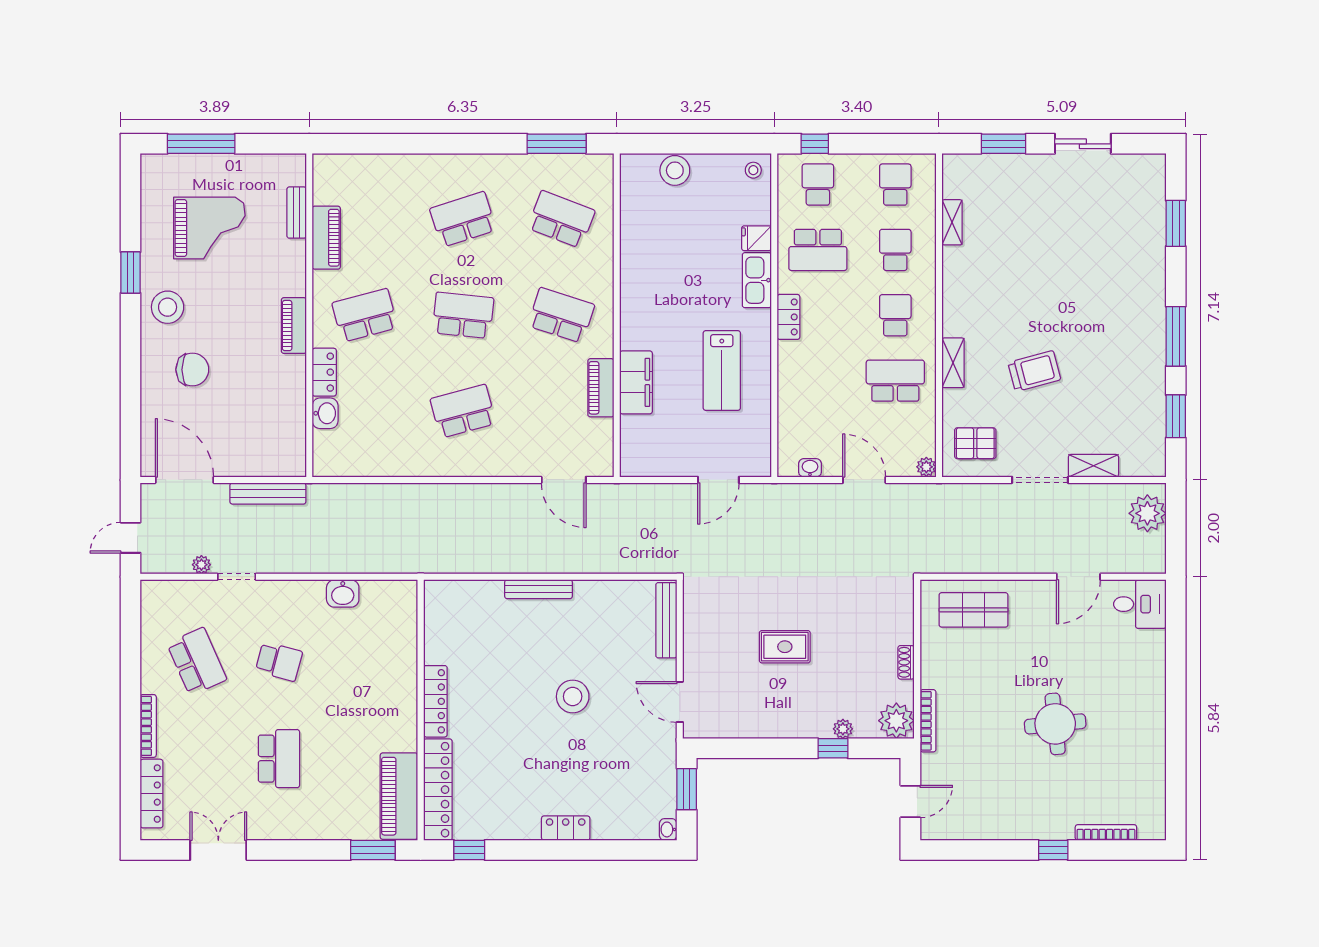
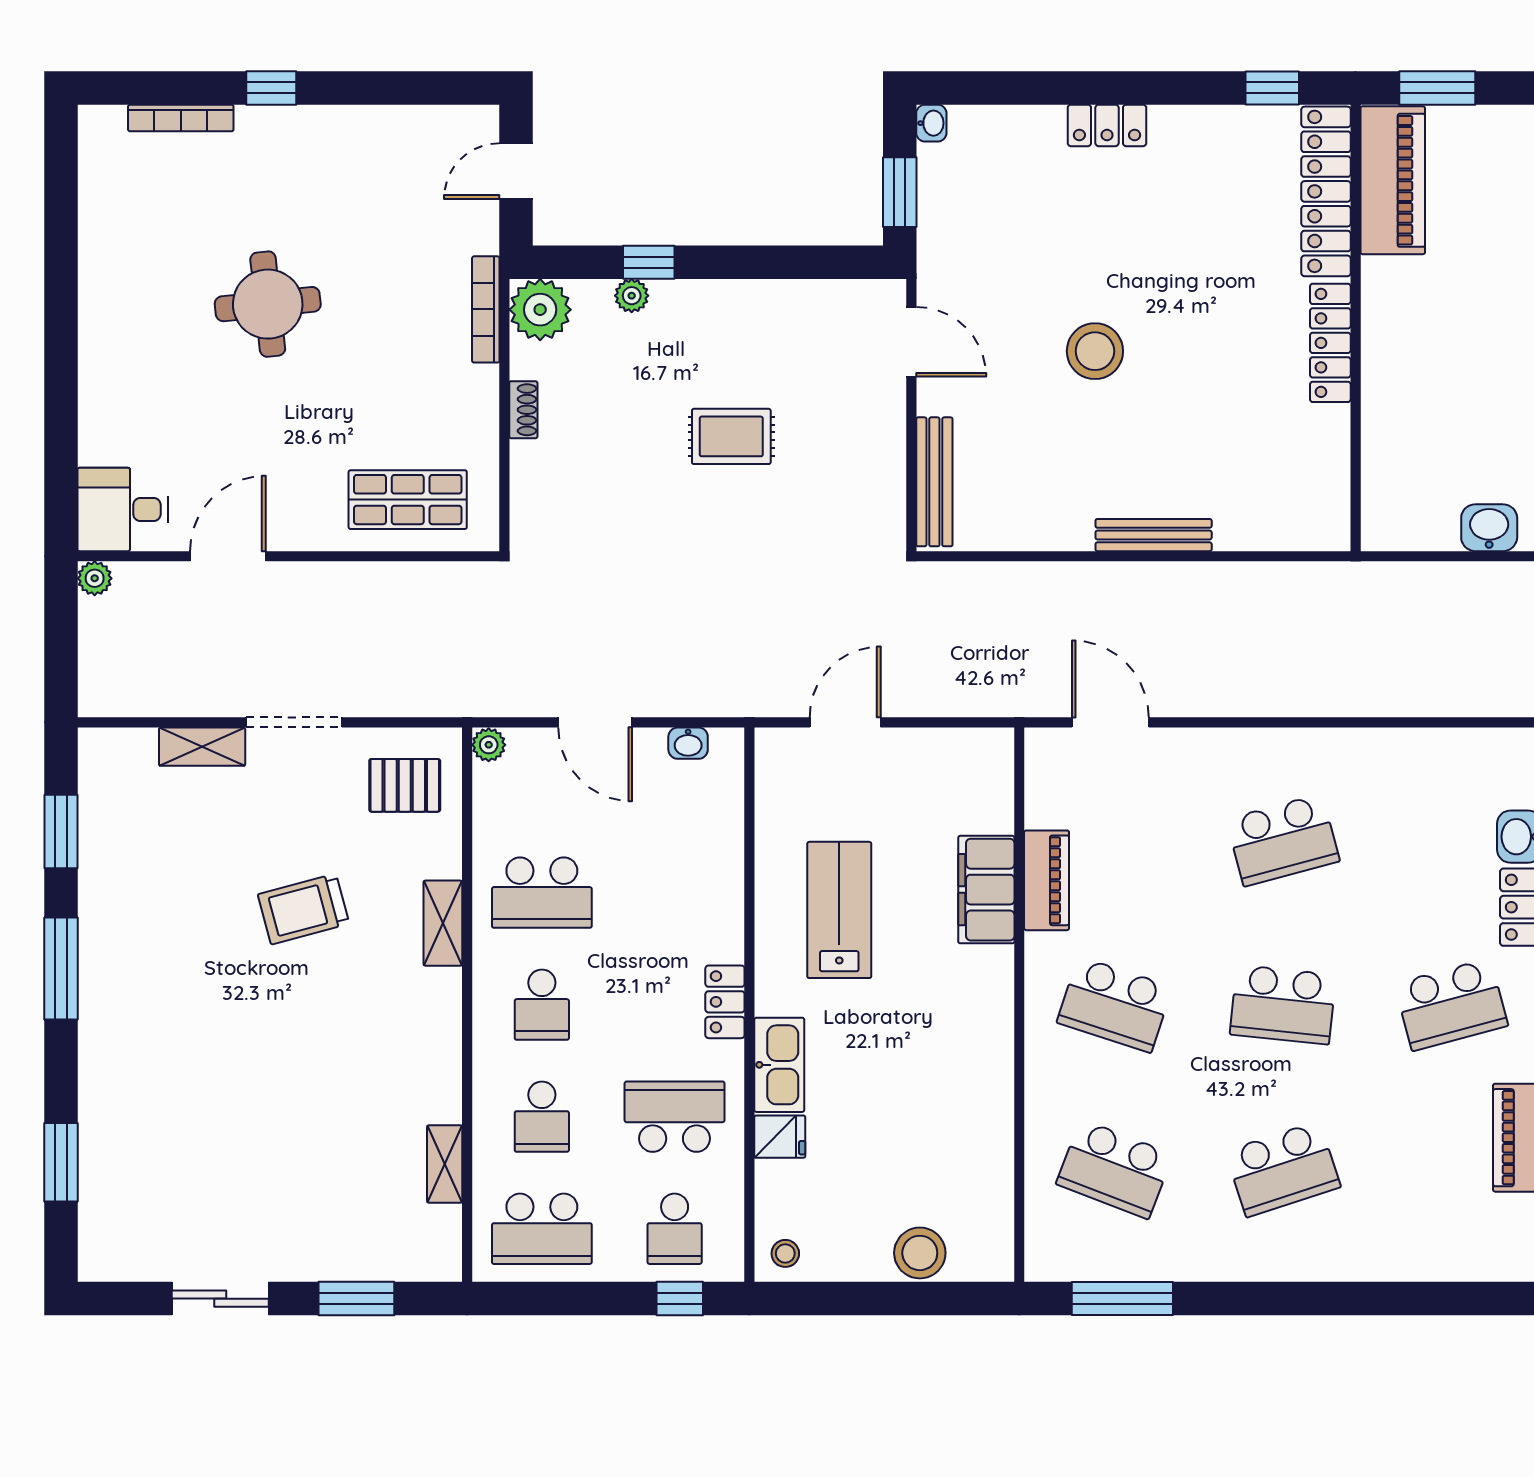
school desk: (895, 185) -> (542, 1229), width x1.85
plant: (1147, 513) -> (95, 578), moved, width x0.53, depth x0.53

